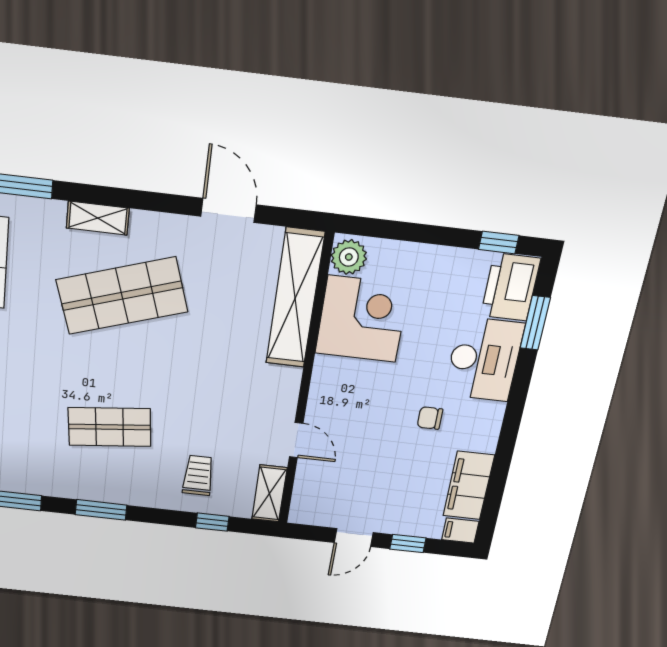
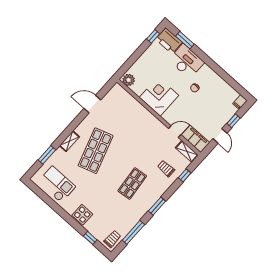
shelving: (295, 298) -> (130, 103), removed
corner desk: (362, 319) -> (159, 96), moved
filing cabinet: (469, 486) -> (195, 139), moved, turned 180

